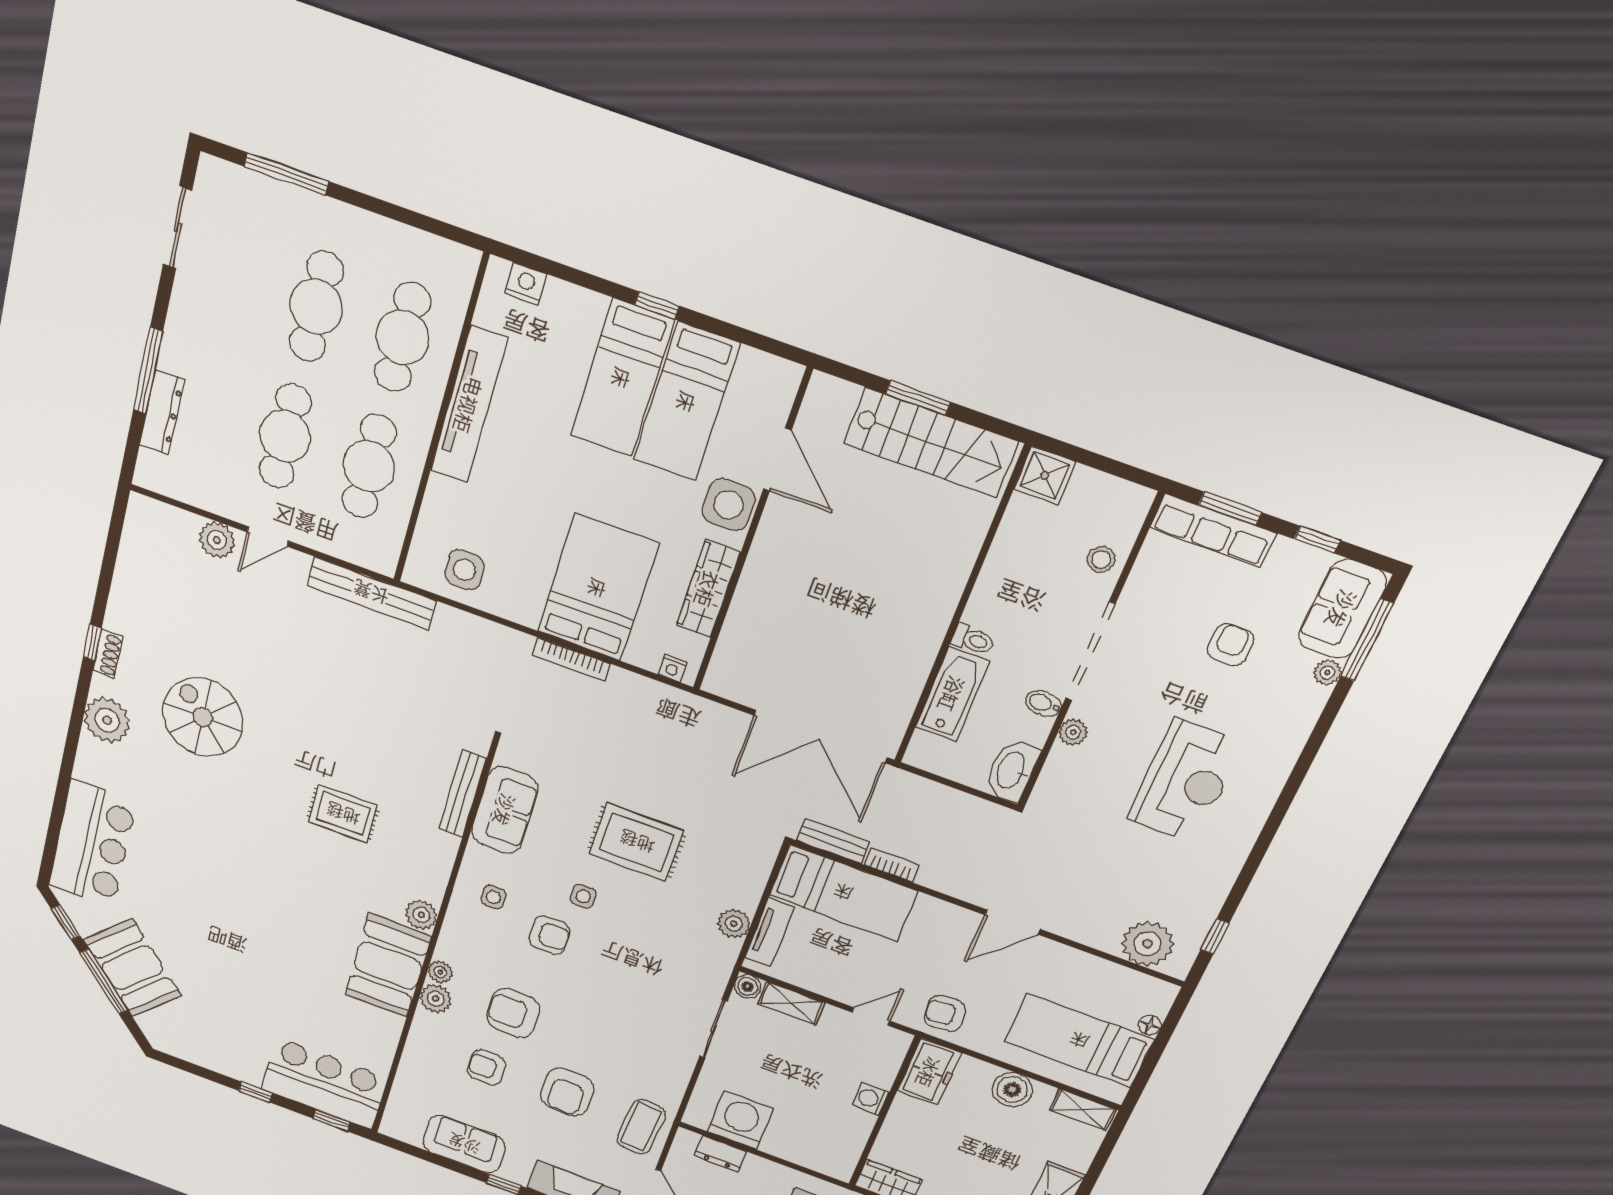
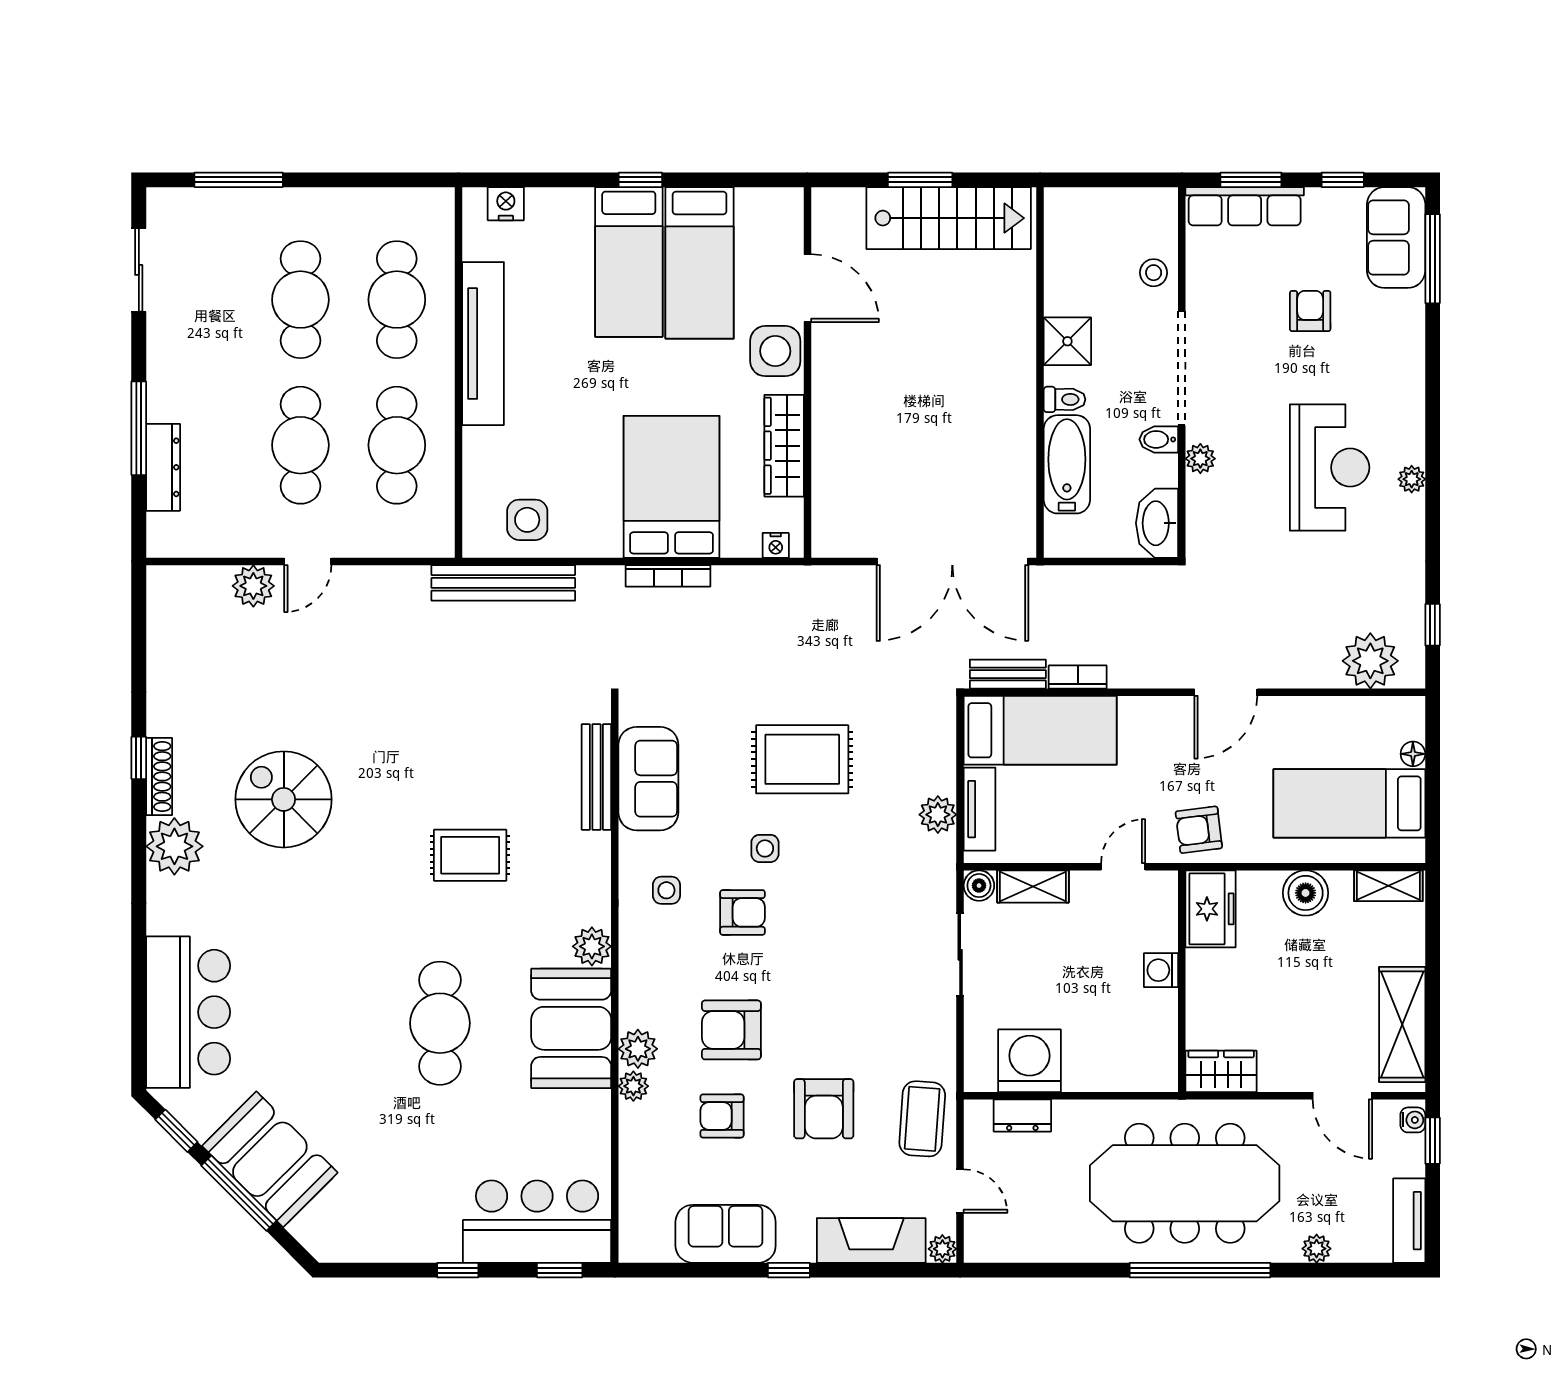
shower: (1045, 476) -> (1067, 341), moved
bench: (371, 593) -> (503, 583), moved
shoe rack: (108, 654) -> (159, 776), width x1.43
plant: (1327, 673) -> (1412, 479), moved
cafe table: (286, 924) -> (440, 1023), added
plant: (440, 972) -> (633, 1086), moved

